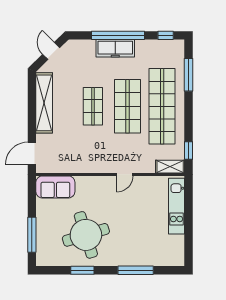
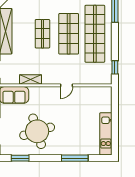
shelving: (170, 167) -> (31, 80), moved
kitchen unit: (177, 206) -> (106, 134), moved
window: (82, 270) -> (20, 158), moved

